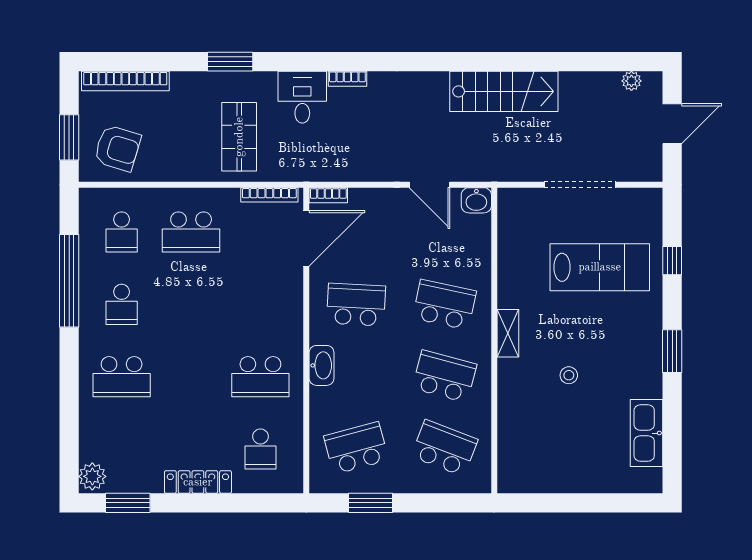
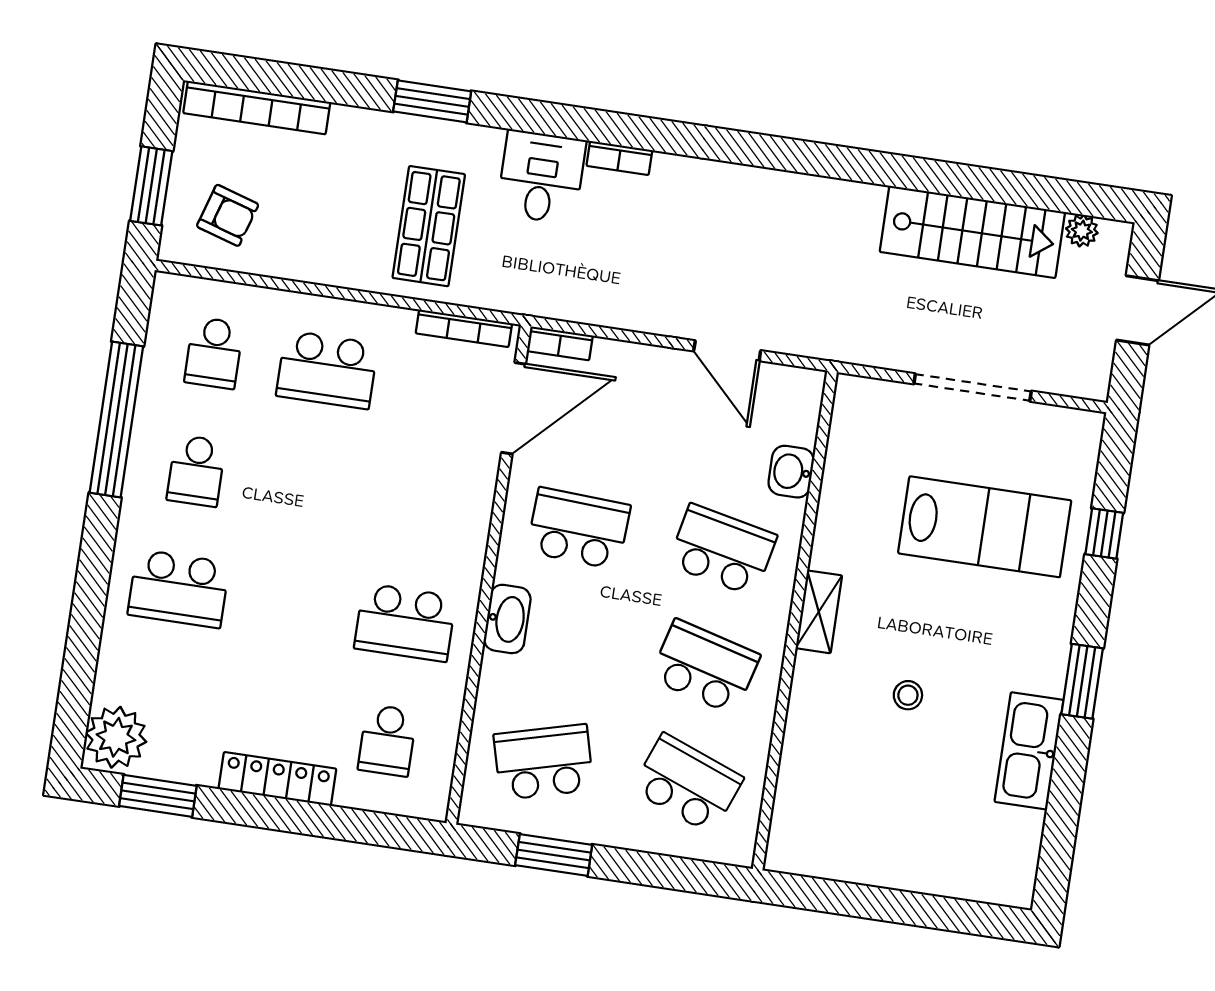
stairs: (504, 91) -> (972, 232), moved
armchair: (117, 148) -> (228, 215), width x0.72, depth x0.72
washbasin: (476, 200) -> (791, 472), moved, turned 90
kitchen sink: (646, 433) -> (1029, 751), moved
plant: (92, 476) -> (116, 737), width x1.36, depth x1.36

